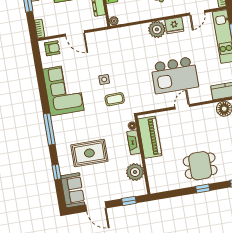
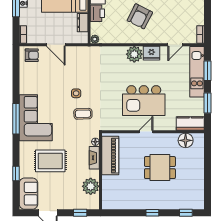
corner sofa: (63, 90) -> (36, 118), moved
window: (49, 129) -> (16, 119), moved
dining table: (200, 166) -> (160, 168), moved

